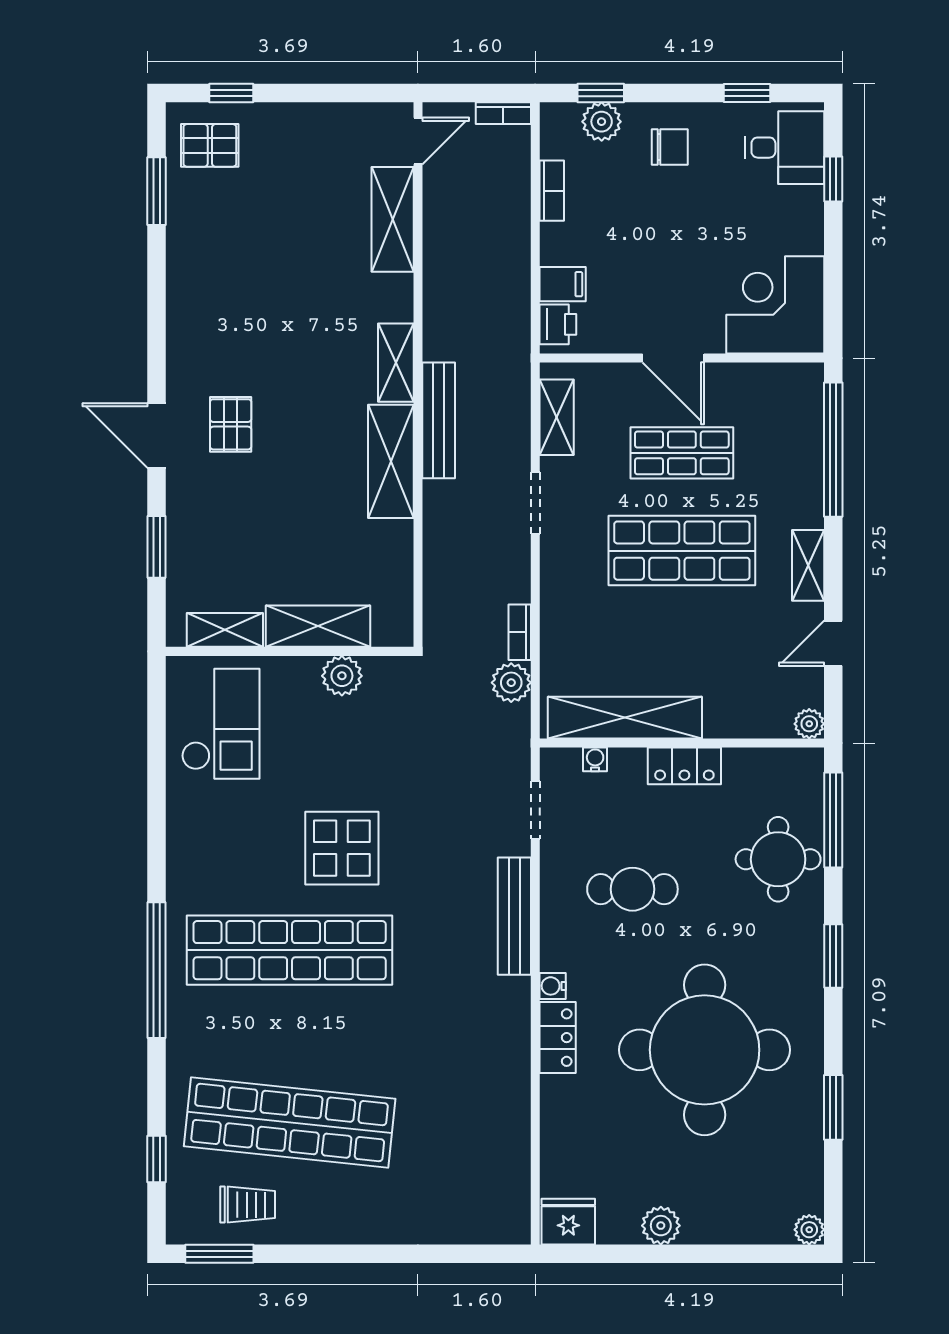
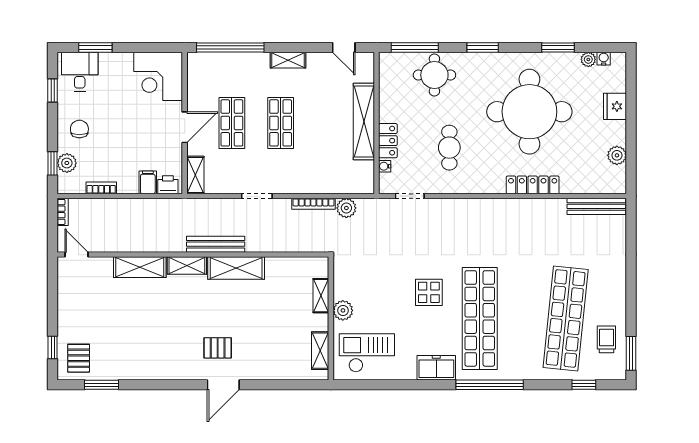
window: (833, 179) -> (95, 47), width x1.50
shelving: (393, 219) -> (140, 267), moved
shelving: (557, 417) -> (195, 175), moved, turned 90
window: (157, 547) -> (279, 385), removed
shop shelf: (682, 551) -> (281, 123), width x0.70, depth x0.74
shelving: (318, 626) -> (321, 296), width x0.67, depth x0.75
bookcase: (520, 632) -> (313, 204), width x1.56
door: (833, 643) -> (344, 47), moved
plant: (342, 676) -> (343, 310), moved
shelving: (625, 718) -> (364, 121), moved
plant: (809, 724) -> (367, 59), removed
locker: (684, 766) -> (388, 141), moved
display table: (342, 848) -> (429, 292), width x0.73, depth x0.73
freezer: (191, 863) -> (436, 368), added
bench: (514, 916) -> (596, 206), moved
water cooler: (553, 986) -> (604, 59), moved, turned 180
locker: (558, 1038) -> (533, 185), width x1.53
fridge: (568, 1222) -> (615, 106), moved
plant: (661, 1226) -> (617, 155), moved
plant: (809, 1230) -> (588, 59), moved

